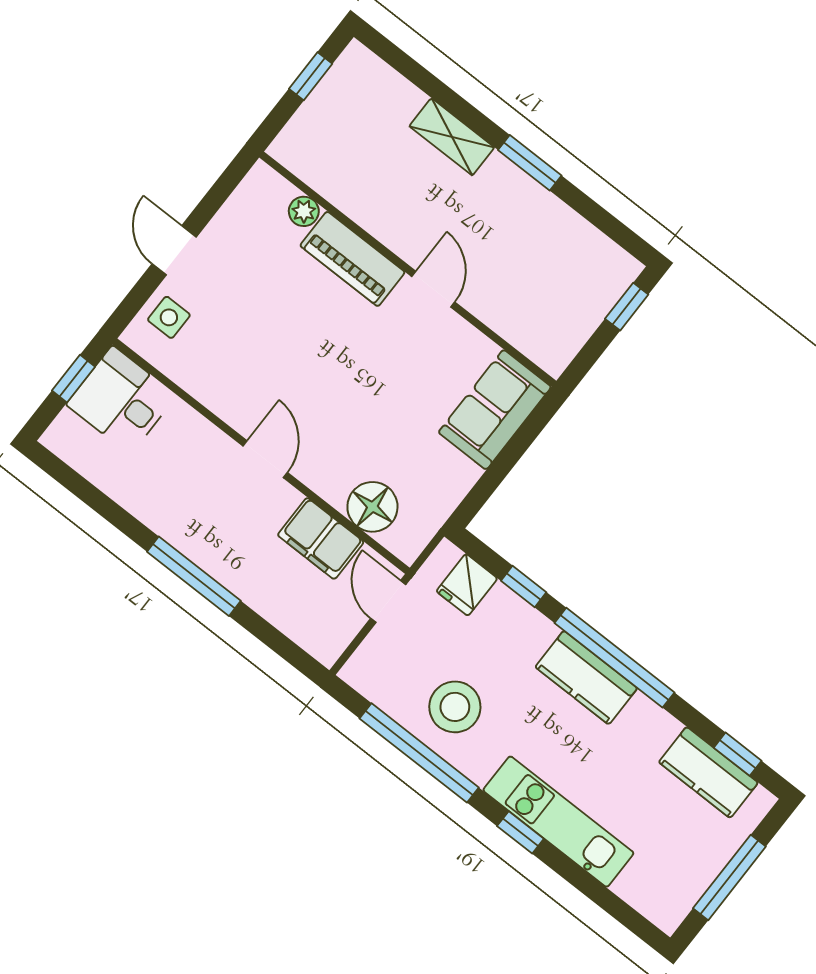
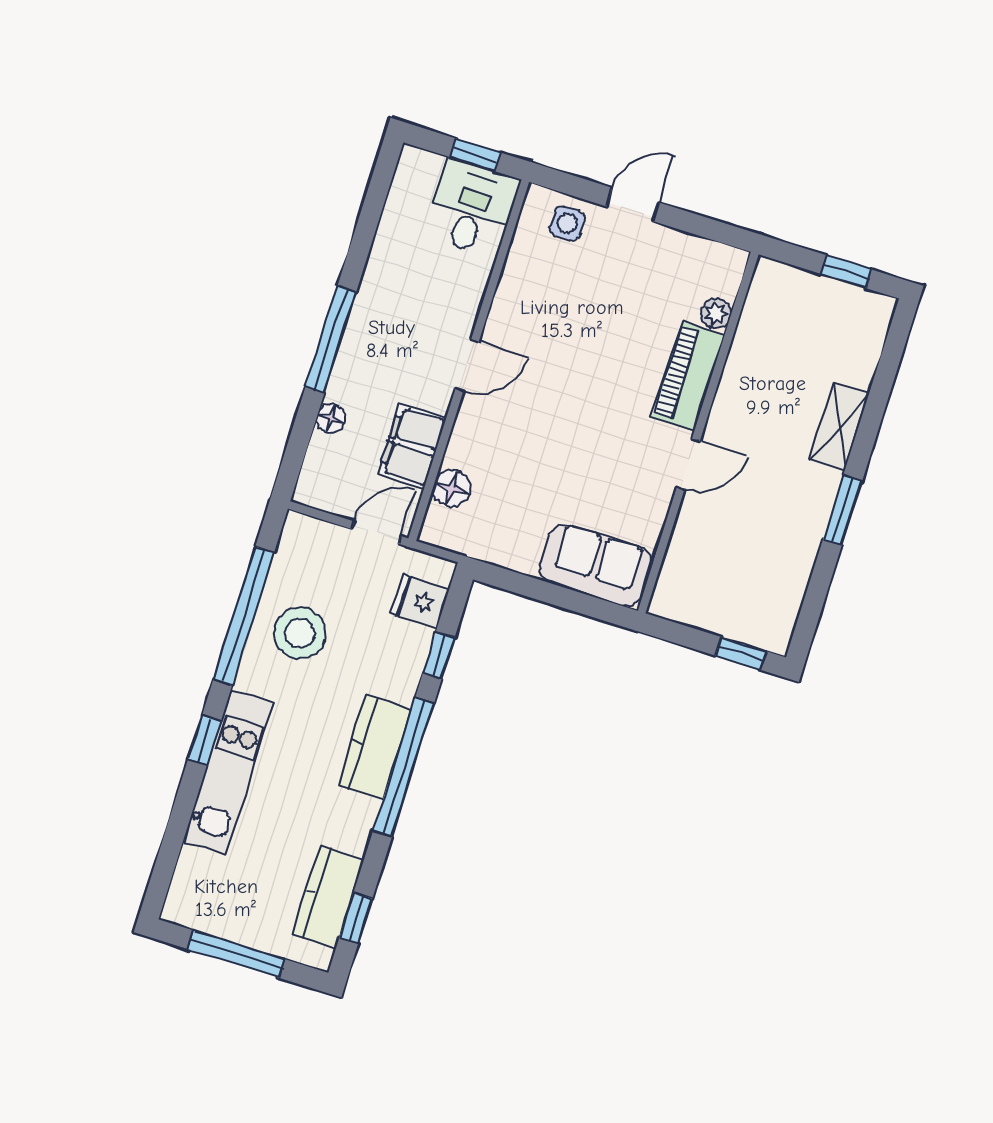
floor lamp: (372, 507) -> (452, 488), width x0.73, depth x0.73
floor lamp: (267, 604) -> (331, 419), added

